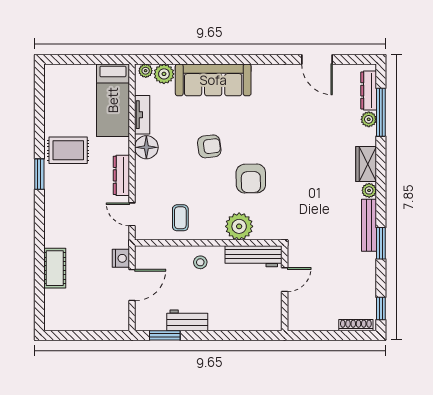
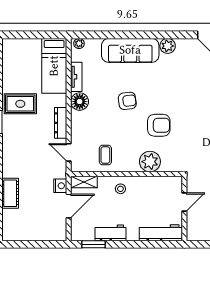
plant: (164, 74) -> (168, 46), moved
armchair: (251, 179) -> (159, 125), turned -89
shelving: (152, 253) -> (84, 182), added
workbench: (254, 256) -> (161, 233), moved, turned 180

